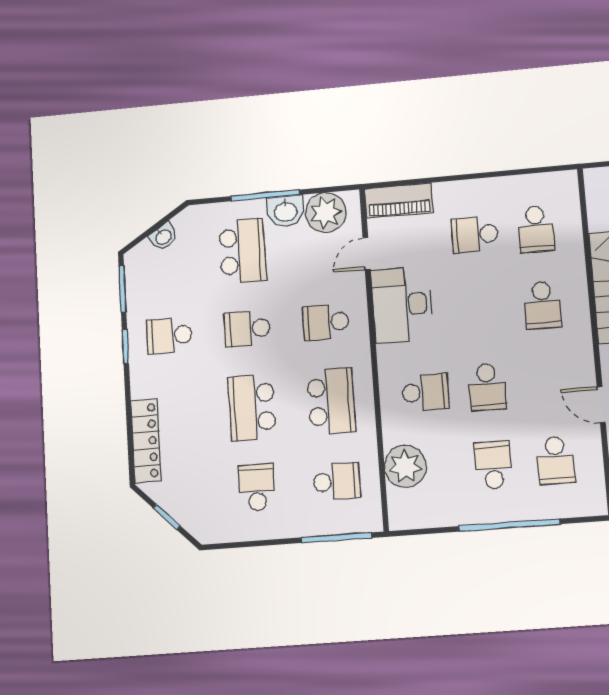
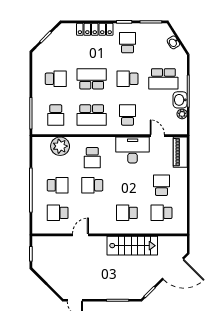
plant: (326, 213) -> (182, 114), width x0.53, depth x0.53
school desk: (247, 329) -> (128, 79), turned -90
locker: (146, 441) -> (95, 29), moved

